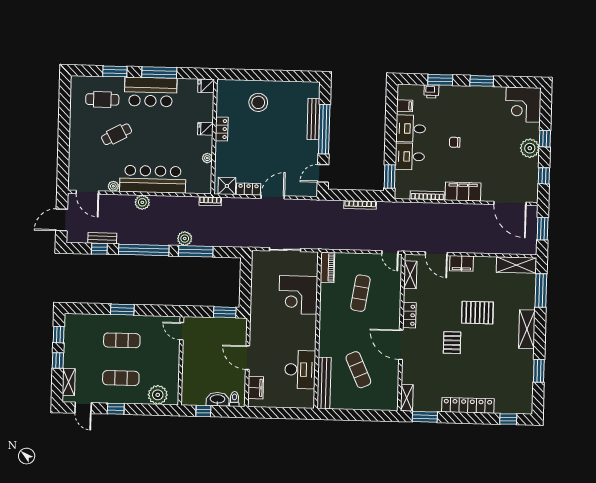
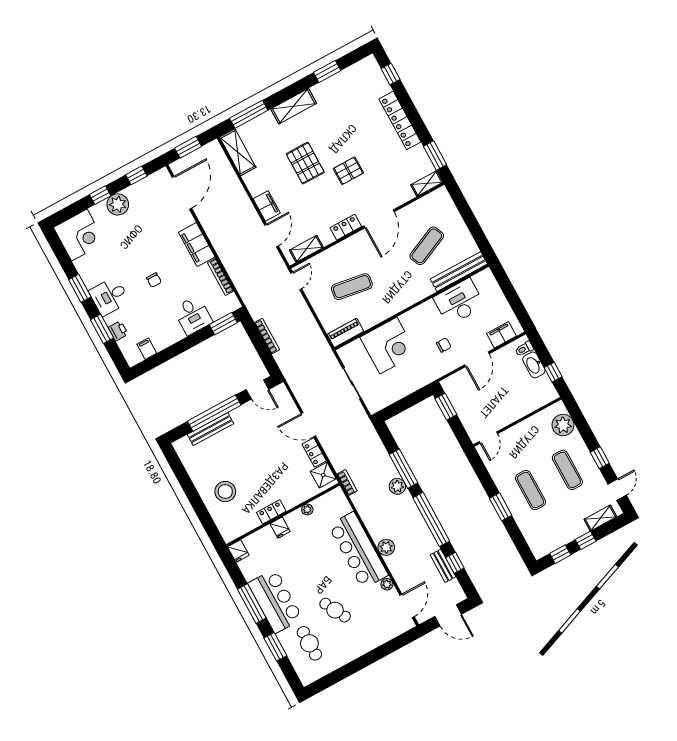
desk: (411, 129) -> (109, 296), moved, turned 90
chair: (274, 338) -> (444, 345), added

